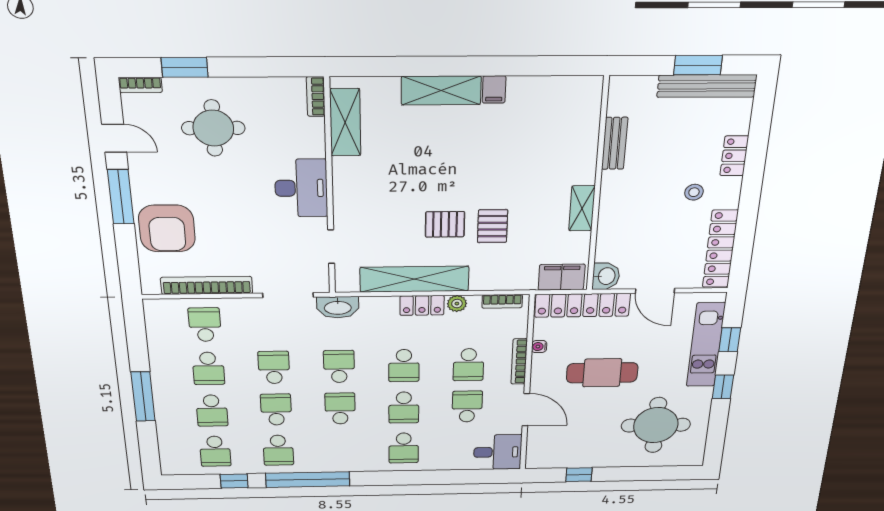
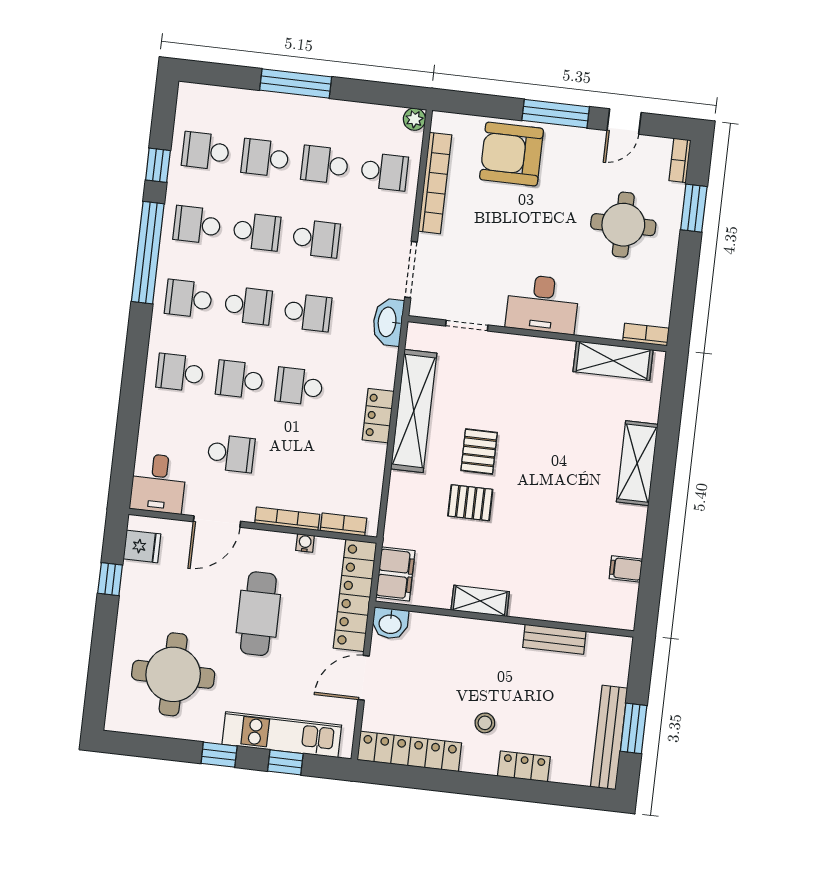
filing cabinet: (494, 89) -> (626, 569), moved
bookcase: (502, 301) -> (343, 524), moved, turned 90
plant: (457, 304) -> (414, 119), moved
school desk: (468, 365) -> (189, 299), moved
fridge: (551, 457) -> (142, 546), added

